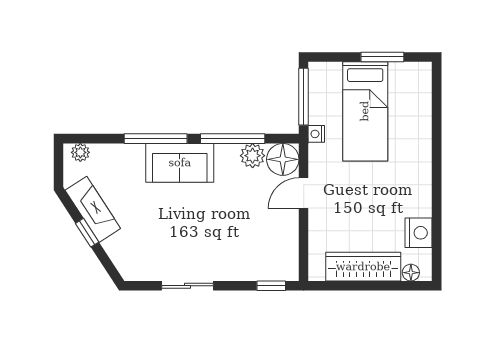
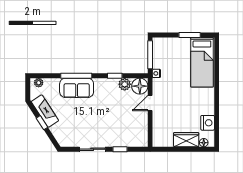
bed: (365, 111) -> (202, 62), moved
window: (233, 139) -> (115, 76), width x0.46
sofa: (180, 163) -> (77, 88), moved
wardrobe: (363, 267) -> (186, 140), width x0.67
window: (271, 286) -> (120, 149), moved

